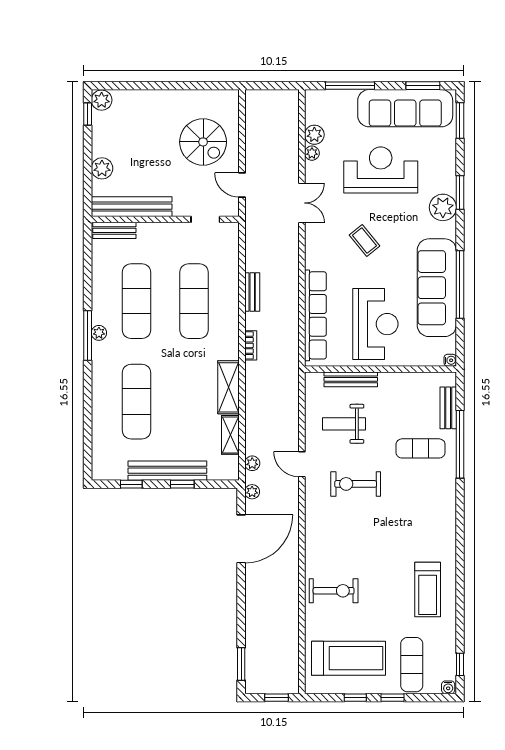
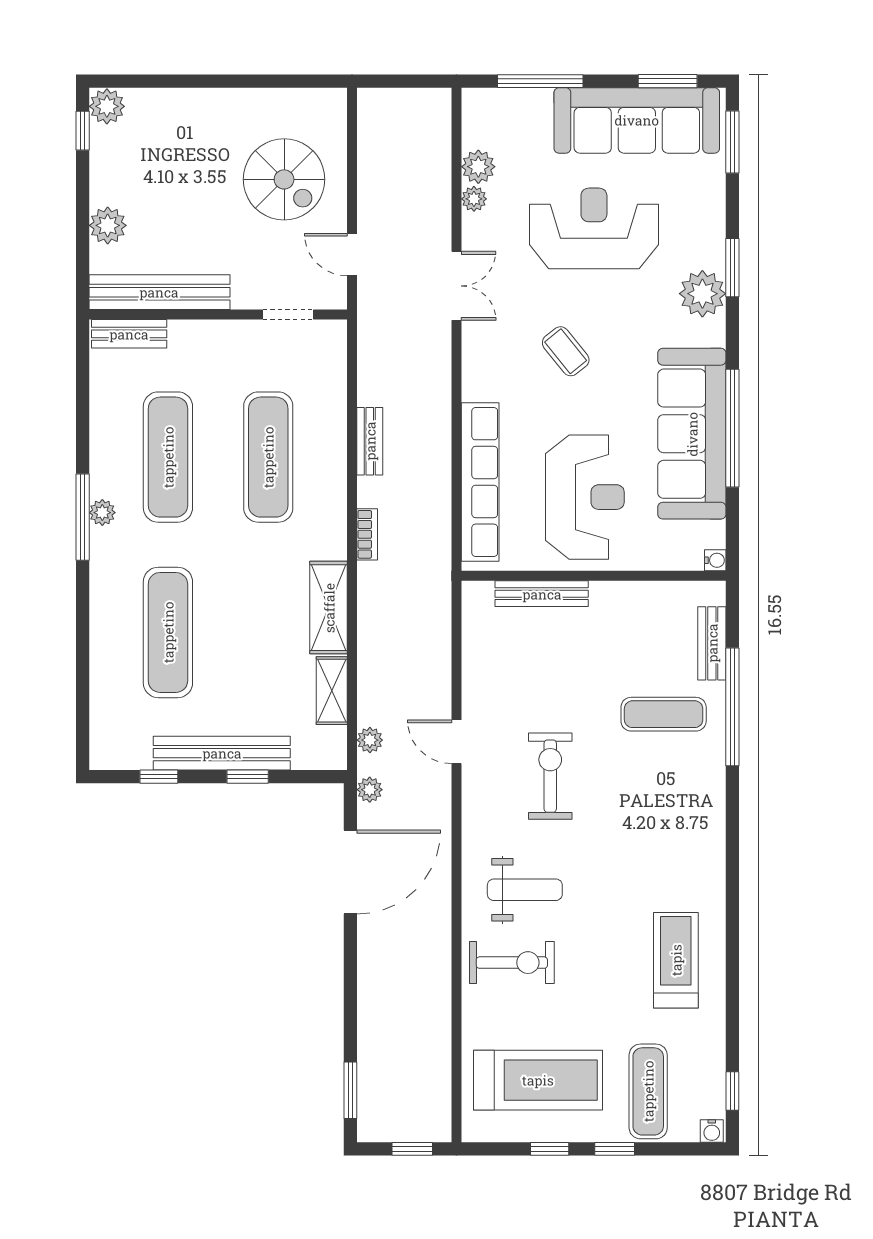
weight bench: (344, 424) -> (525, 890), moved, turned 180
exercise bike: (356, 484) -> (550, 776), turned 90
treadmill: (428, 589) -> (676, 960), turned 180

